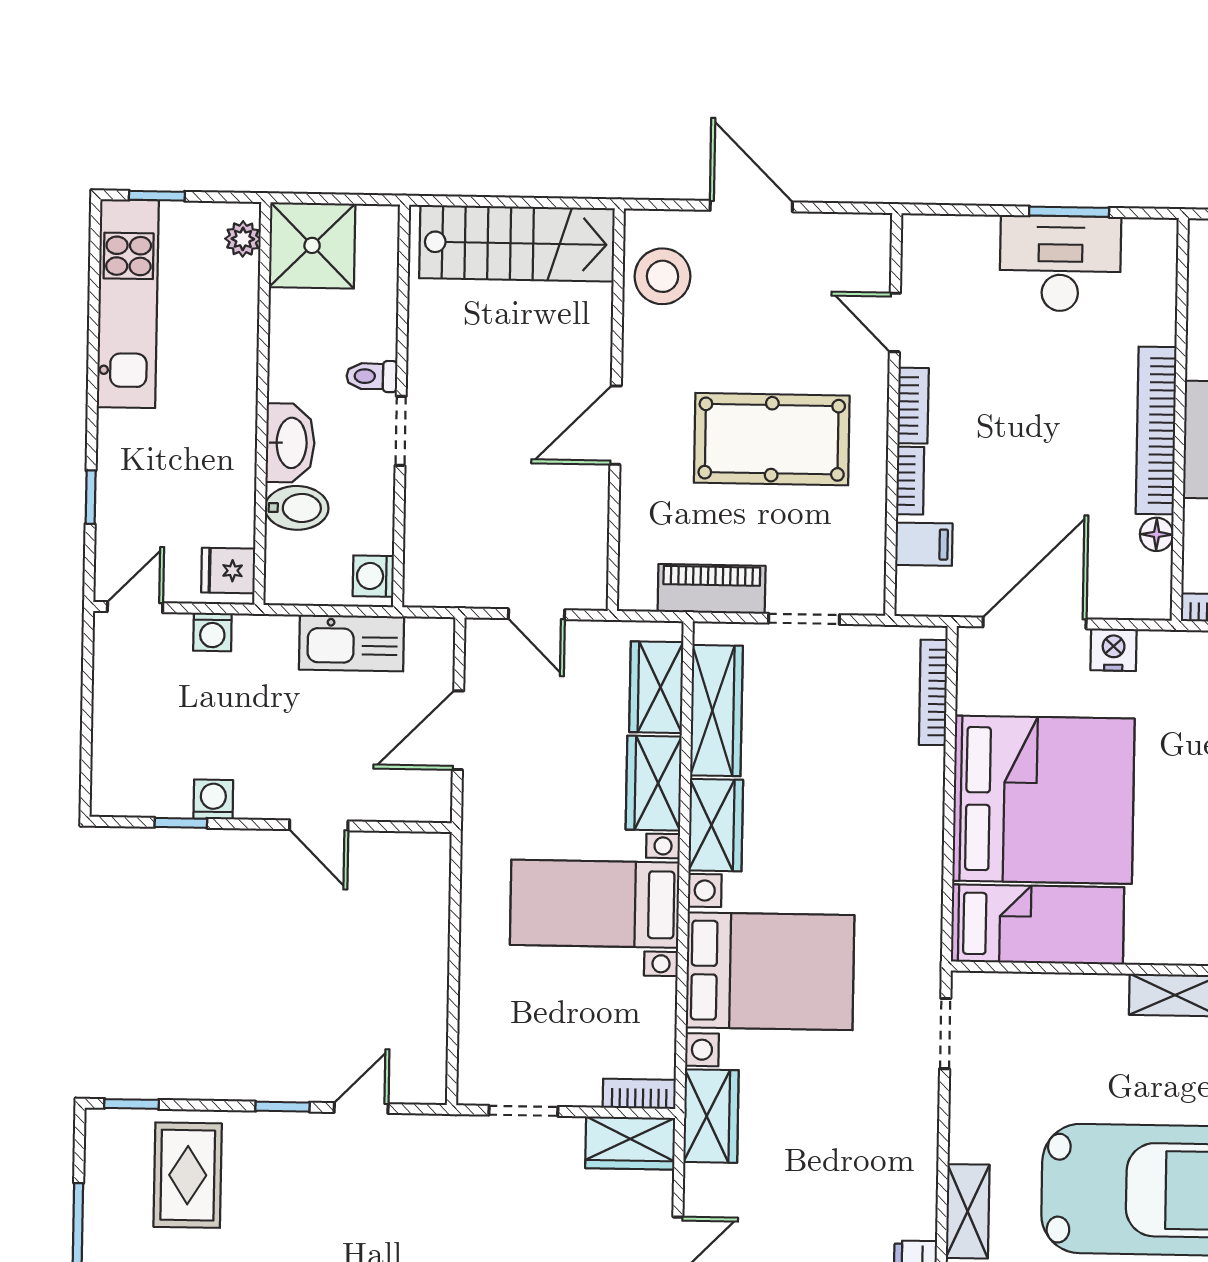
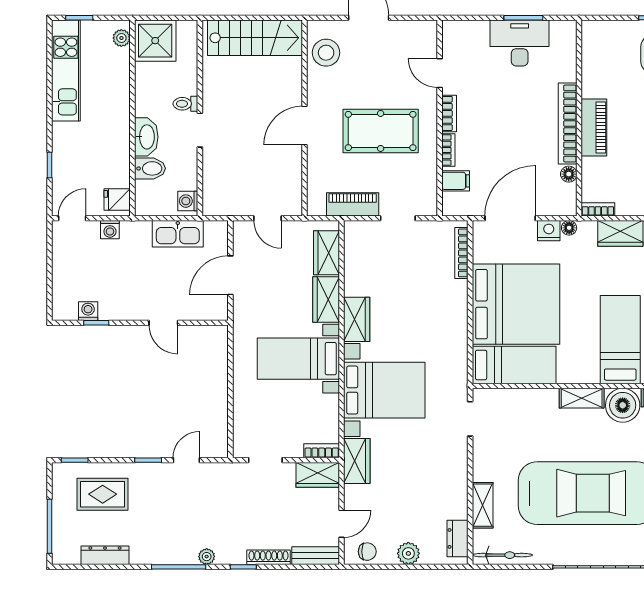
floor lamp: (1155, 645) -> (569, 228), added
wardrobe: (716, 711) -> (356, 264), removed
washing machine: (213, 799) -> (88, 311), moved
rug: (188, 1175) -> (103, 494), turned 90

